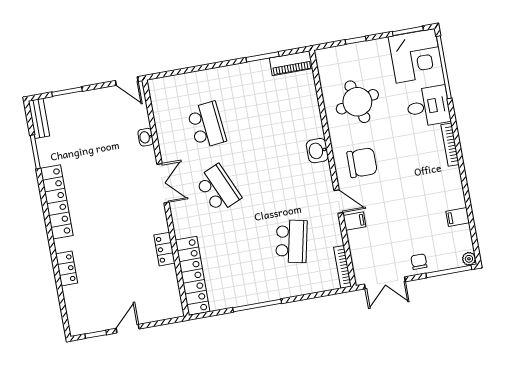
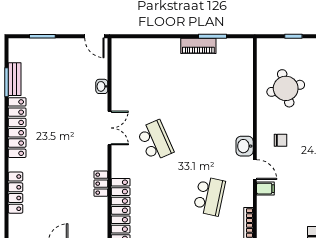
piano: (291, 63) -> (198, 46), moved
bench: (39, 118) -> (15, 79), moved
school desk: (207, 125) -> (155, 85), removed
washbasin: (317, 151) -> (245, 146), moved
chair: (362, 163) -> (280, 140), width x0.54, depth x0.54
locker: (67, 268) -> (15, 193), width x1.53

